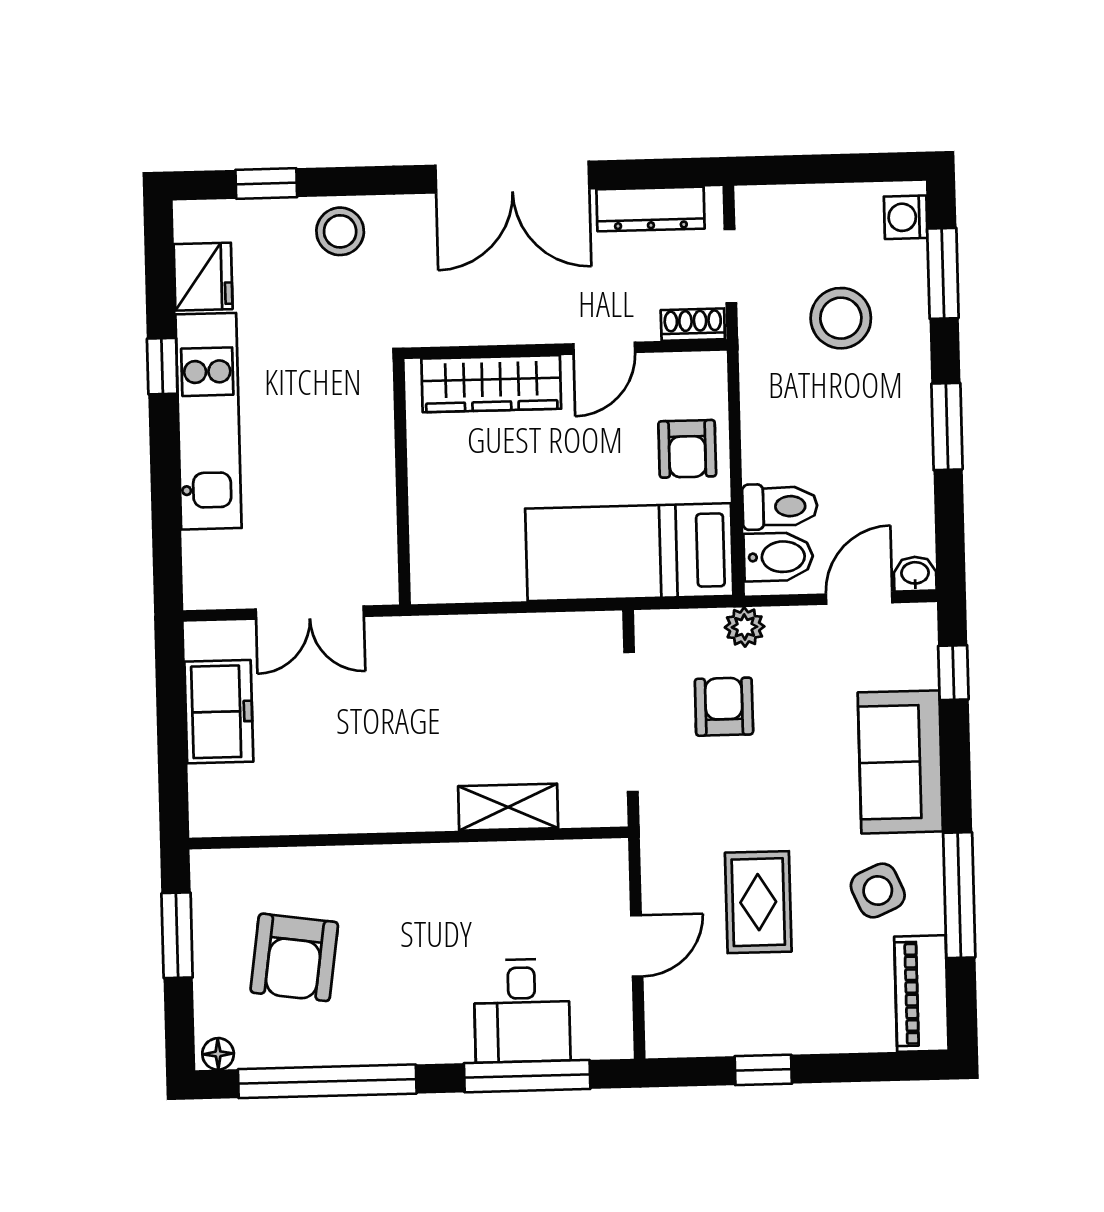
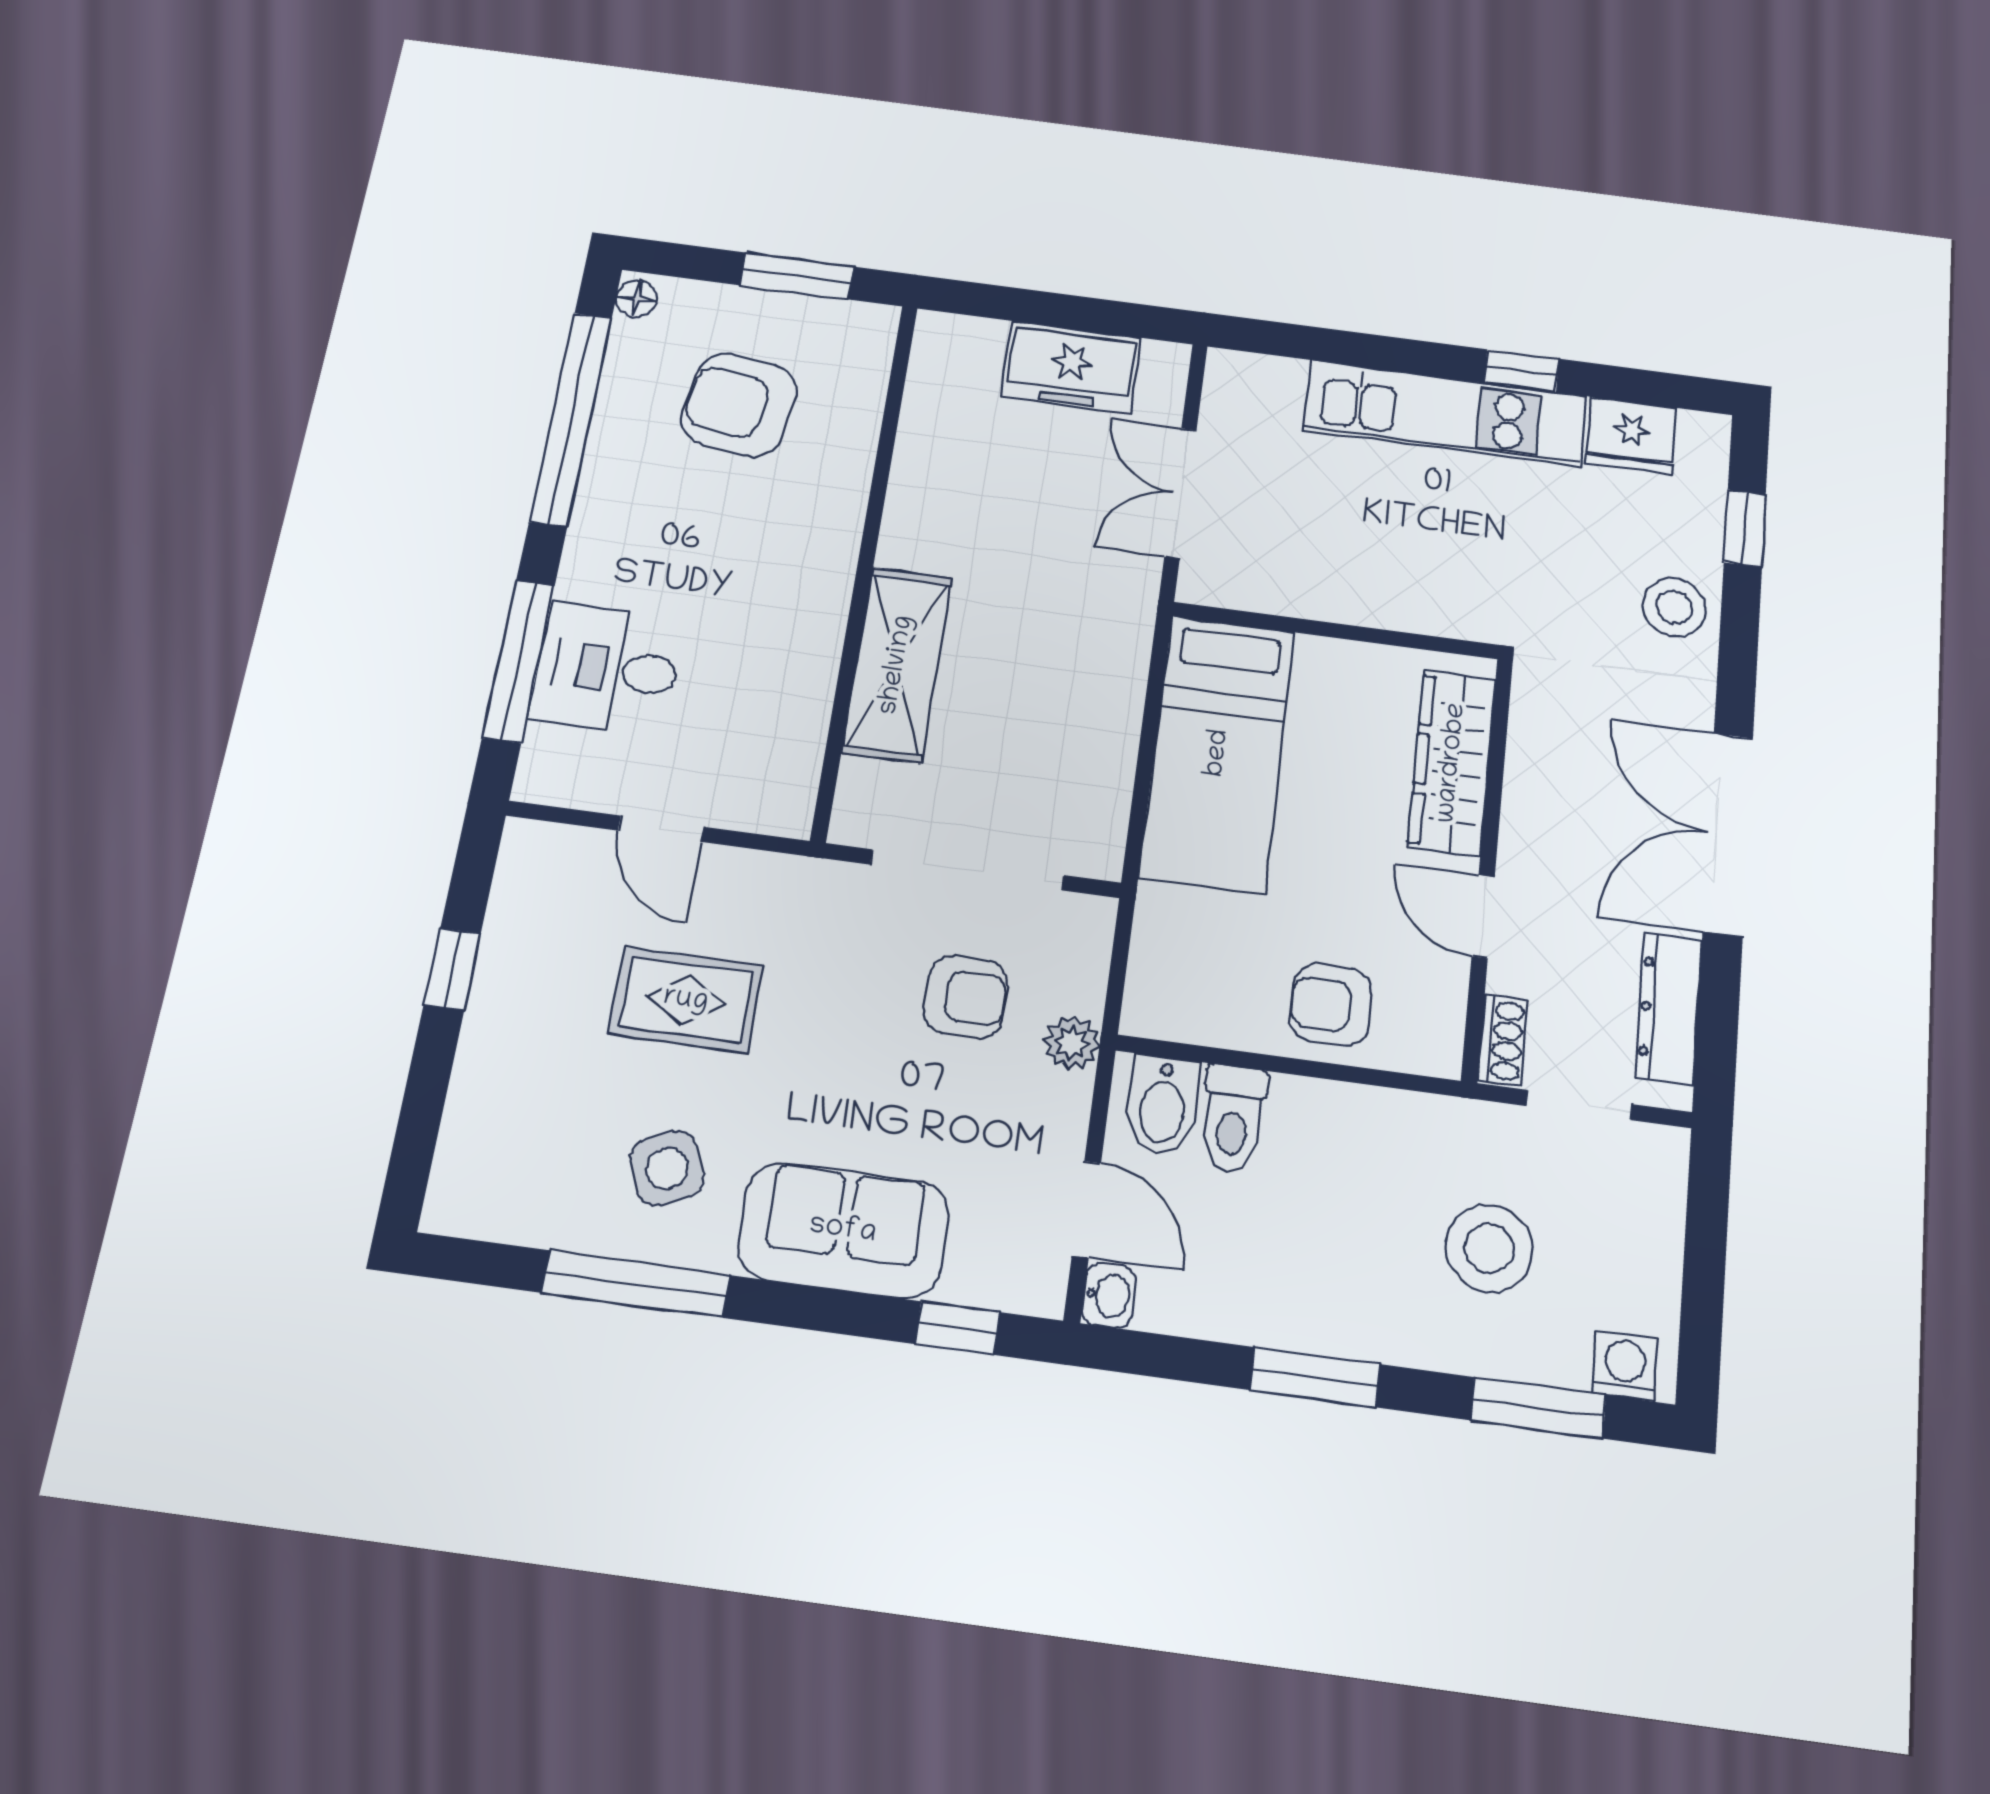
bed: (629, 552) -> (1218, 753), moved, turned 180
shelving: (508, 807) -> (897, 665), width x1.50, depth x1.33
piano: (921, 994) -> (507, 1206), removed

